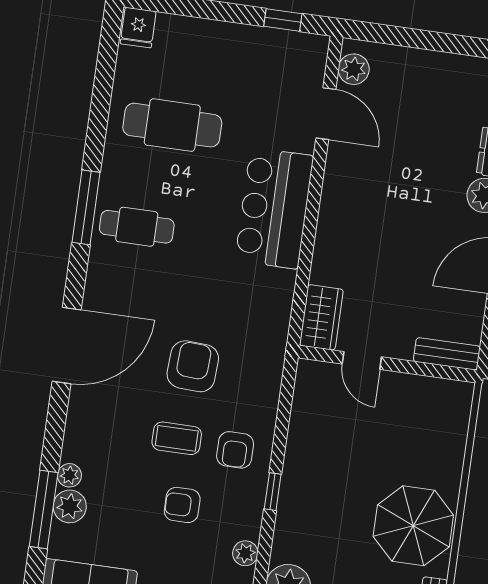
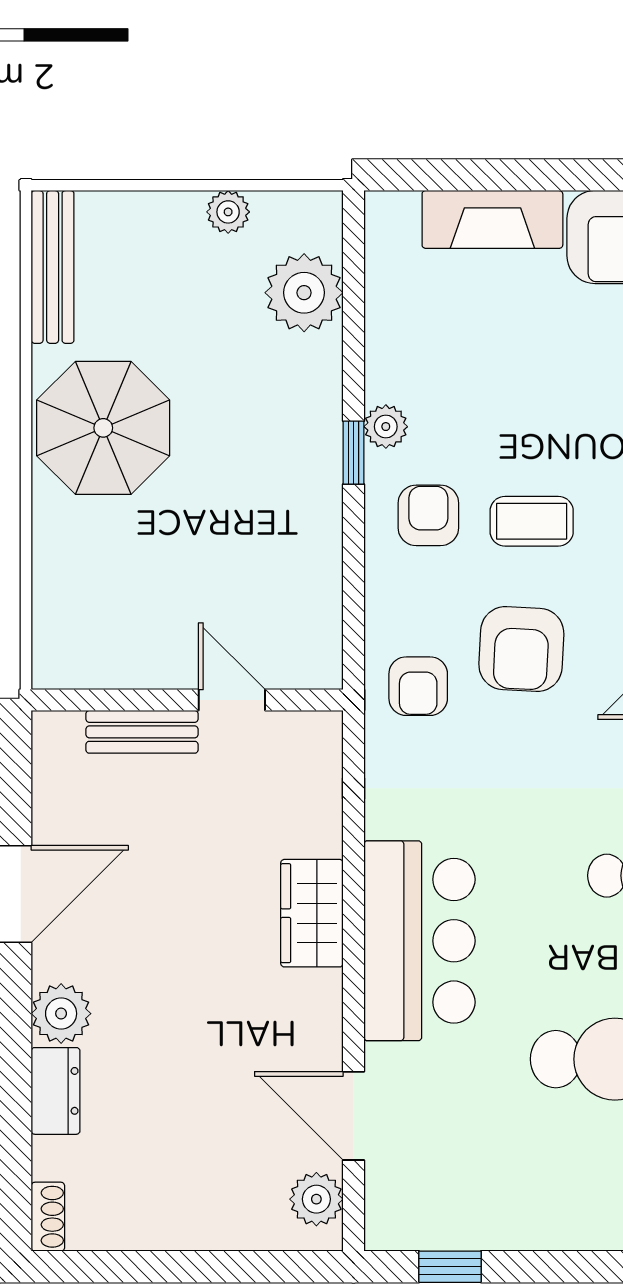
wardrobe: (321, 317) -> (312, 913), moved
bench: (447, 354) -> (142, 732), moved
armchair: (182, 505) -> (418, 686), moved, turned 90
plant: (245, 553) -> (386, 427), moved

